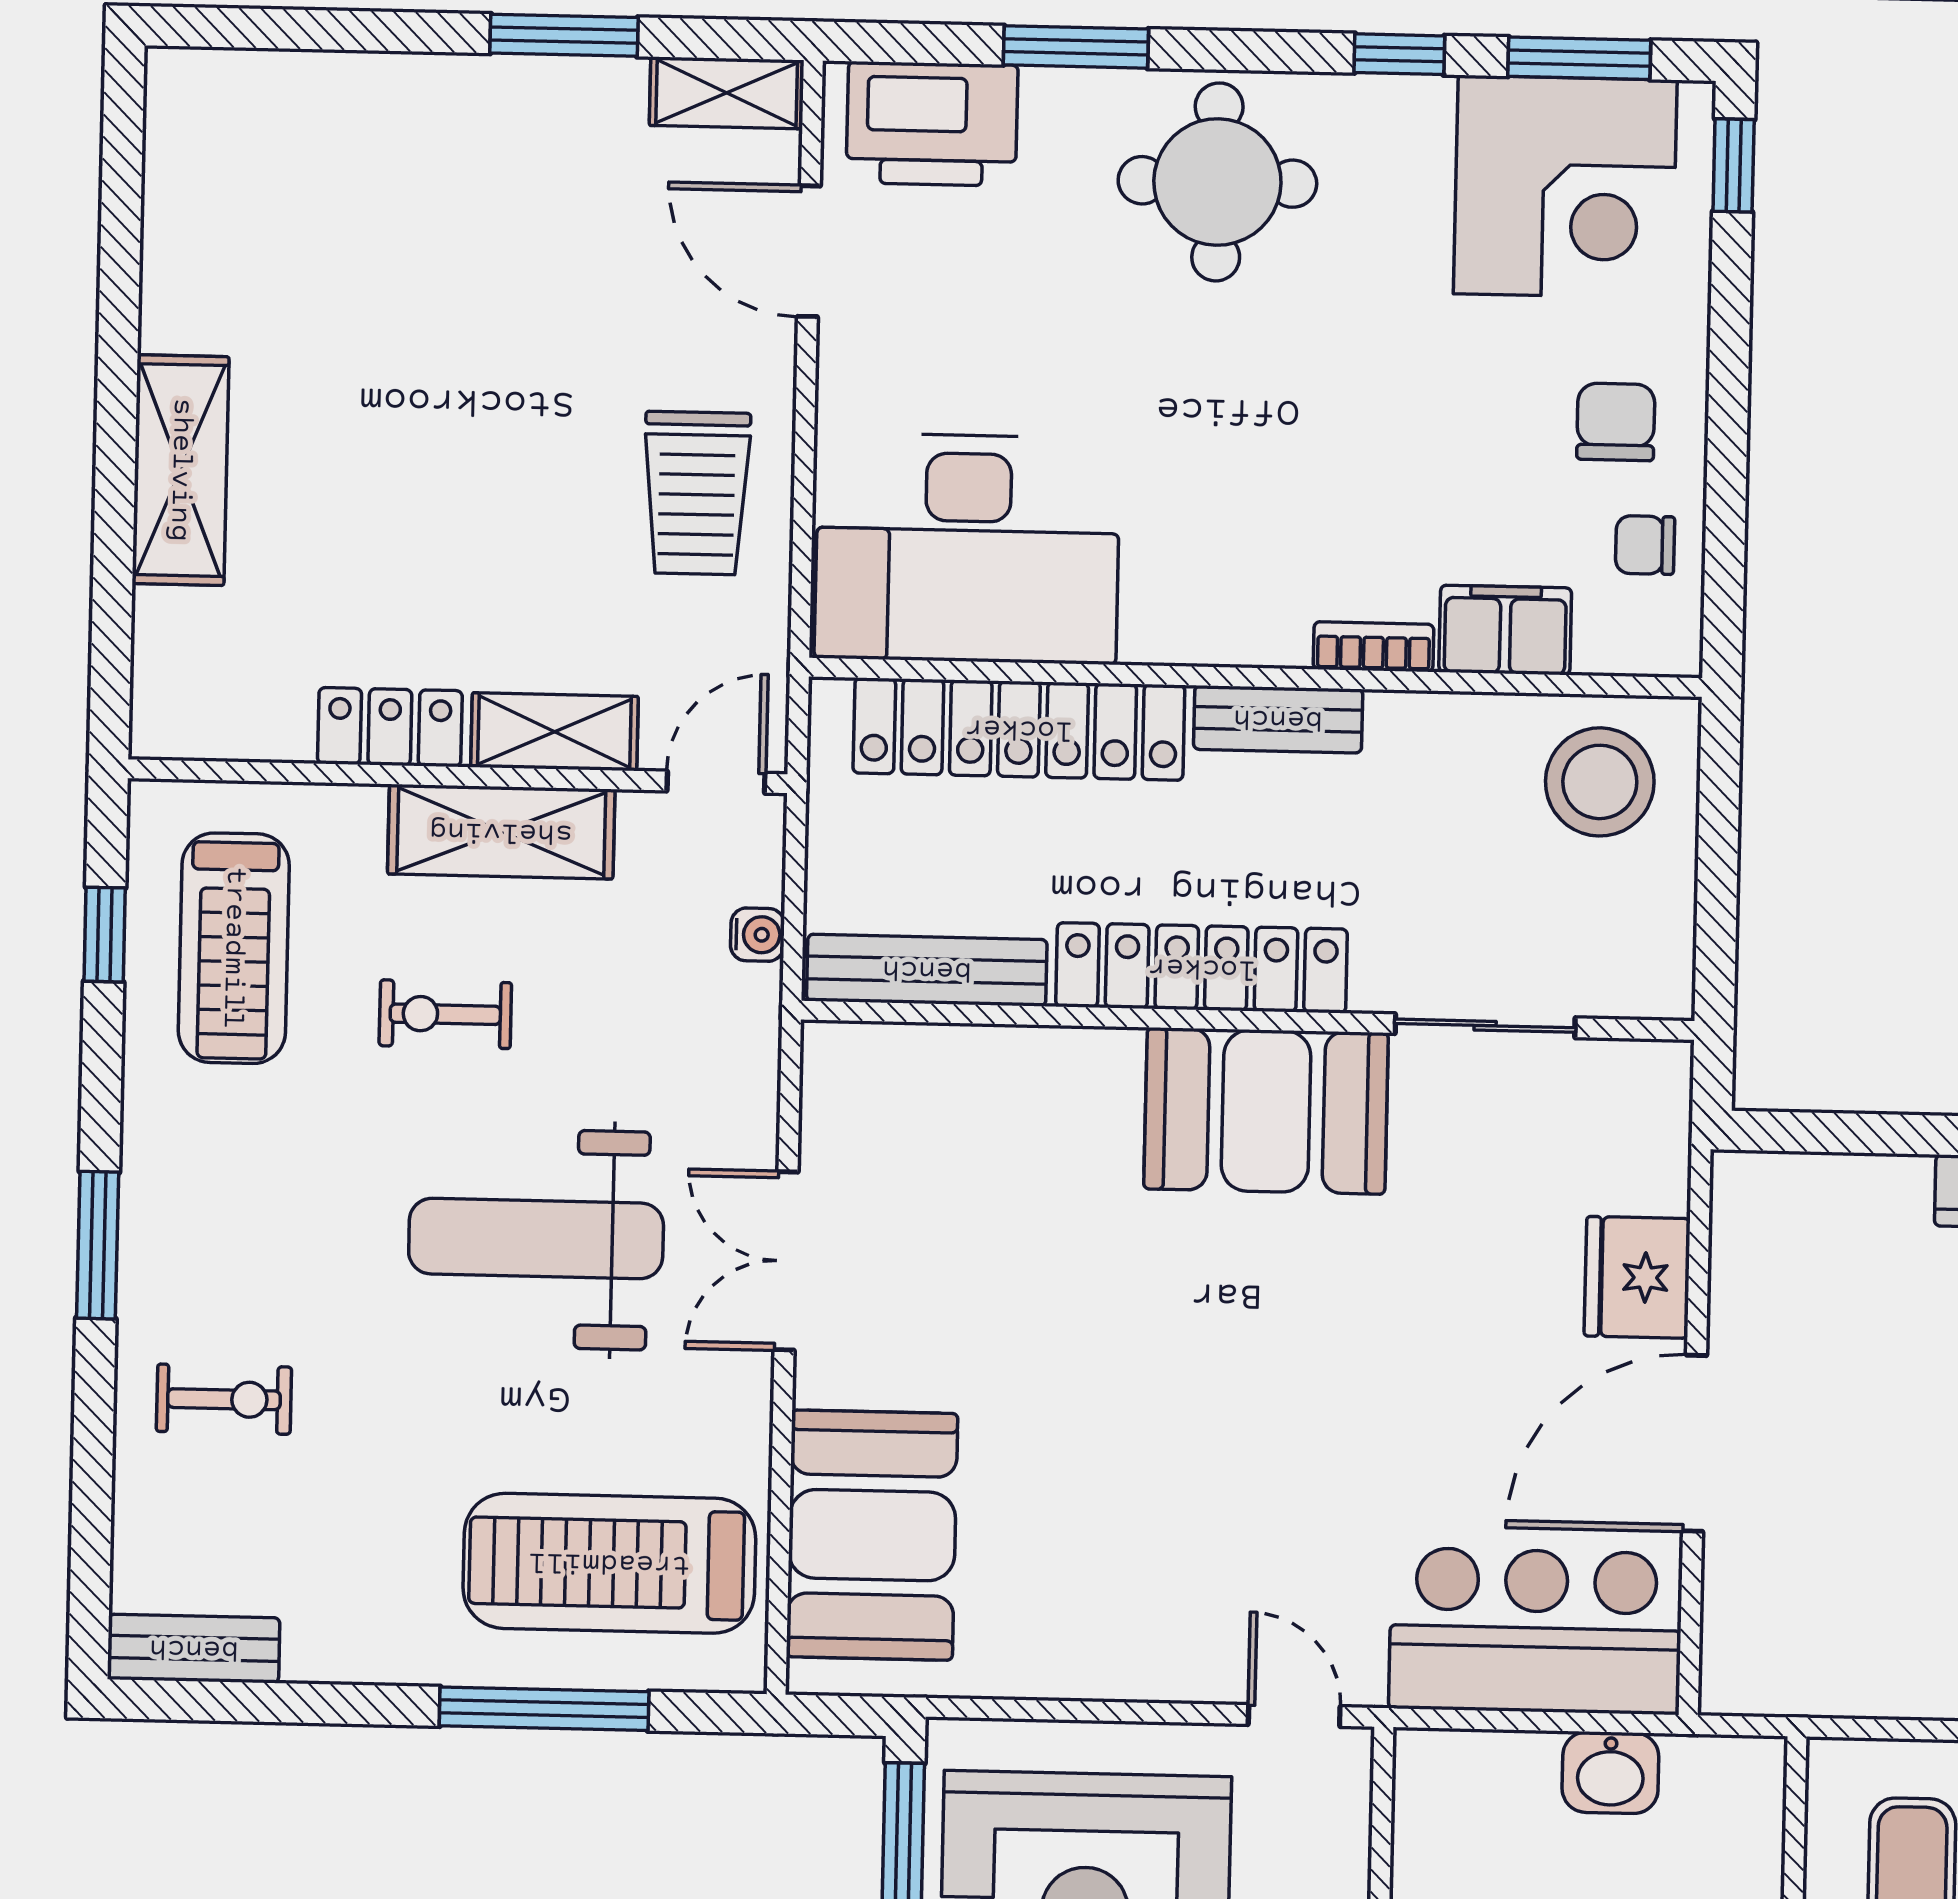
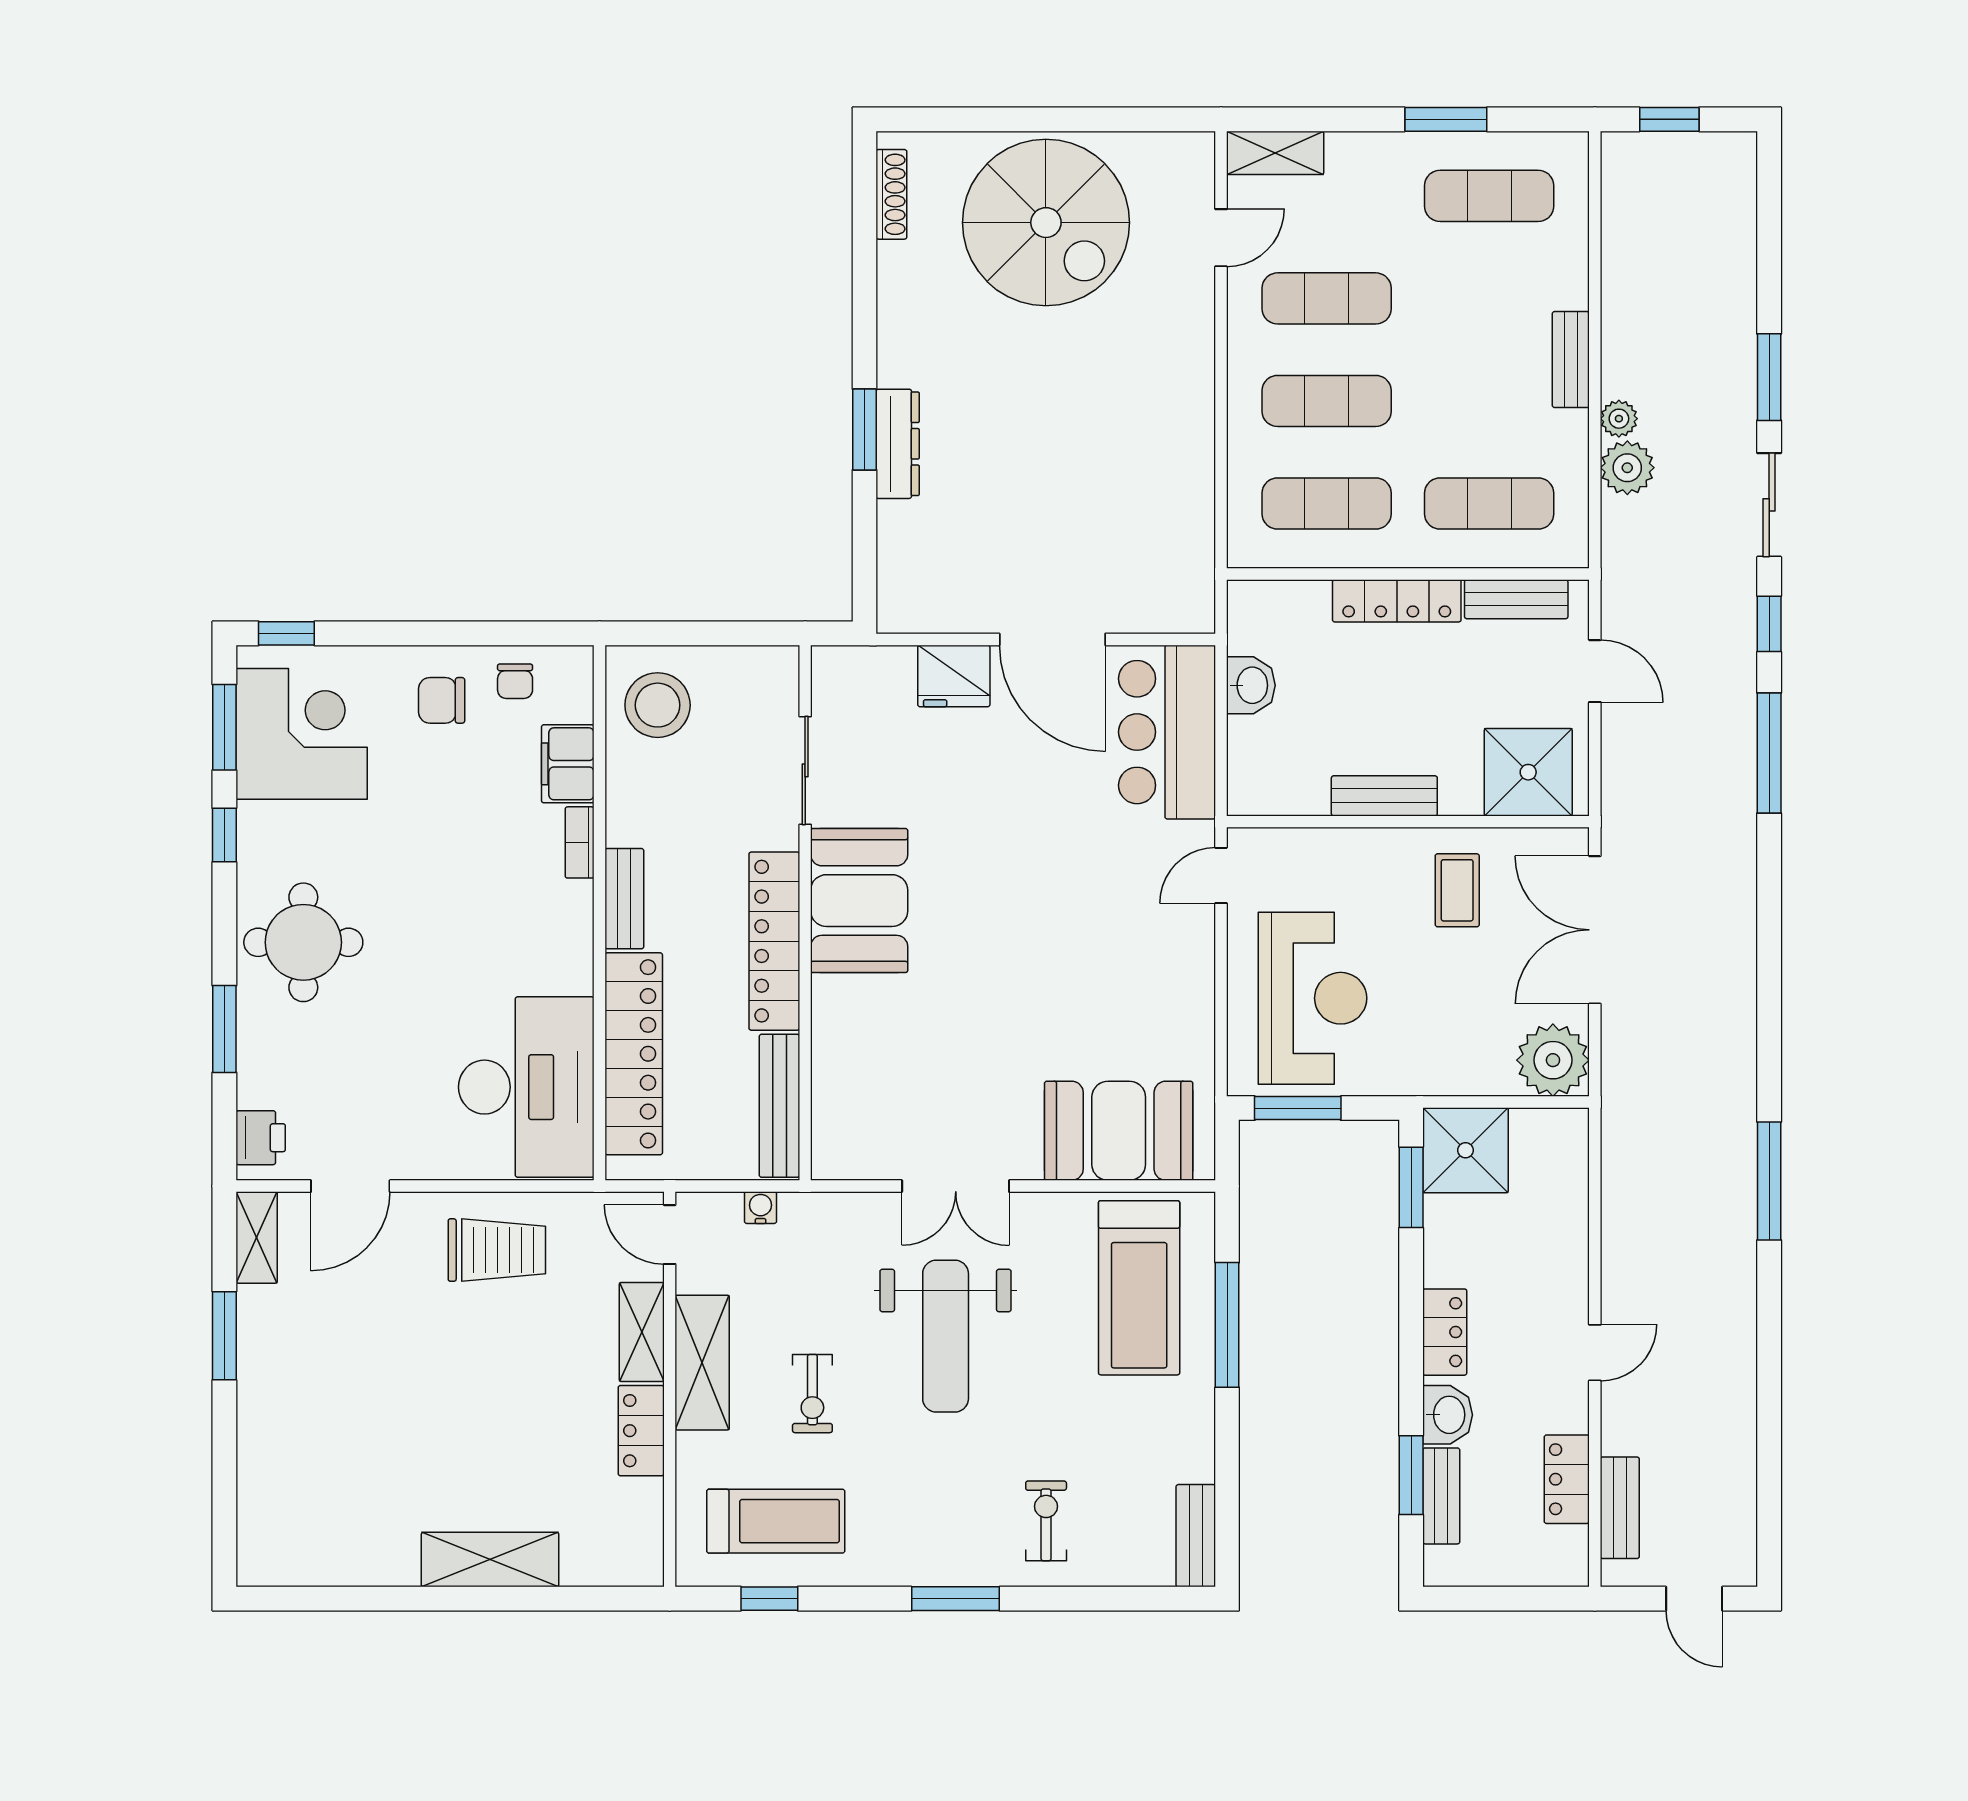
printer: (932, 124) -> (261, 1138), width x0.53, depth x0.68

